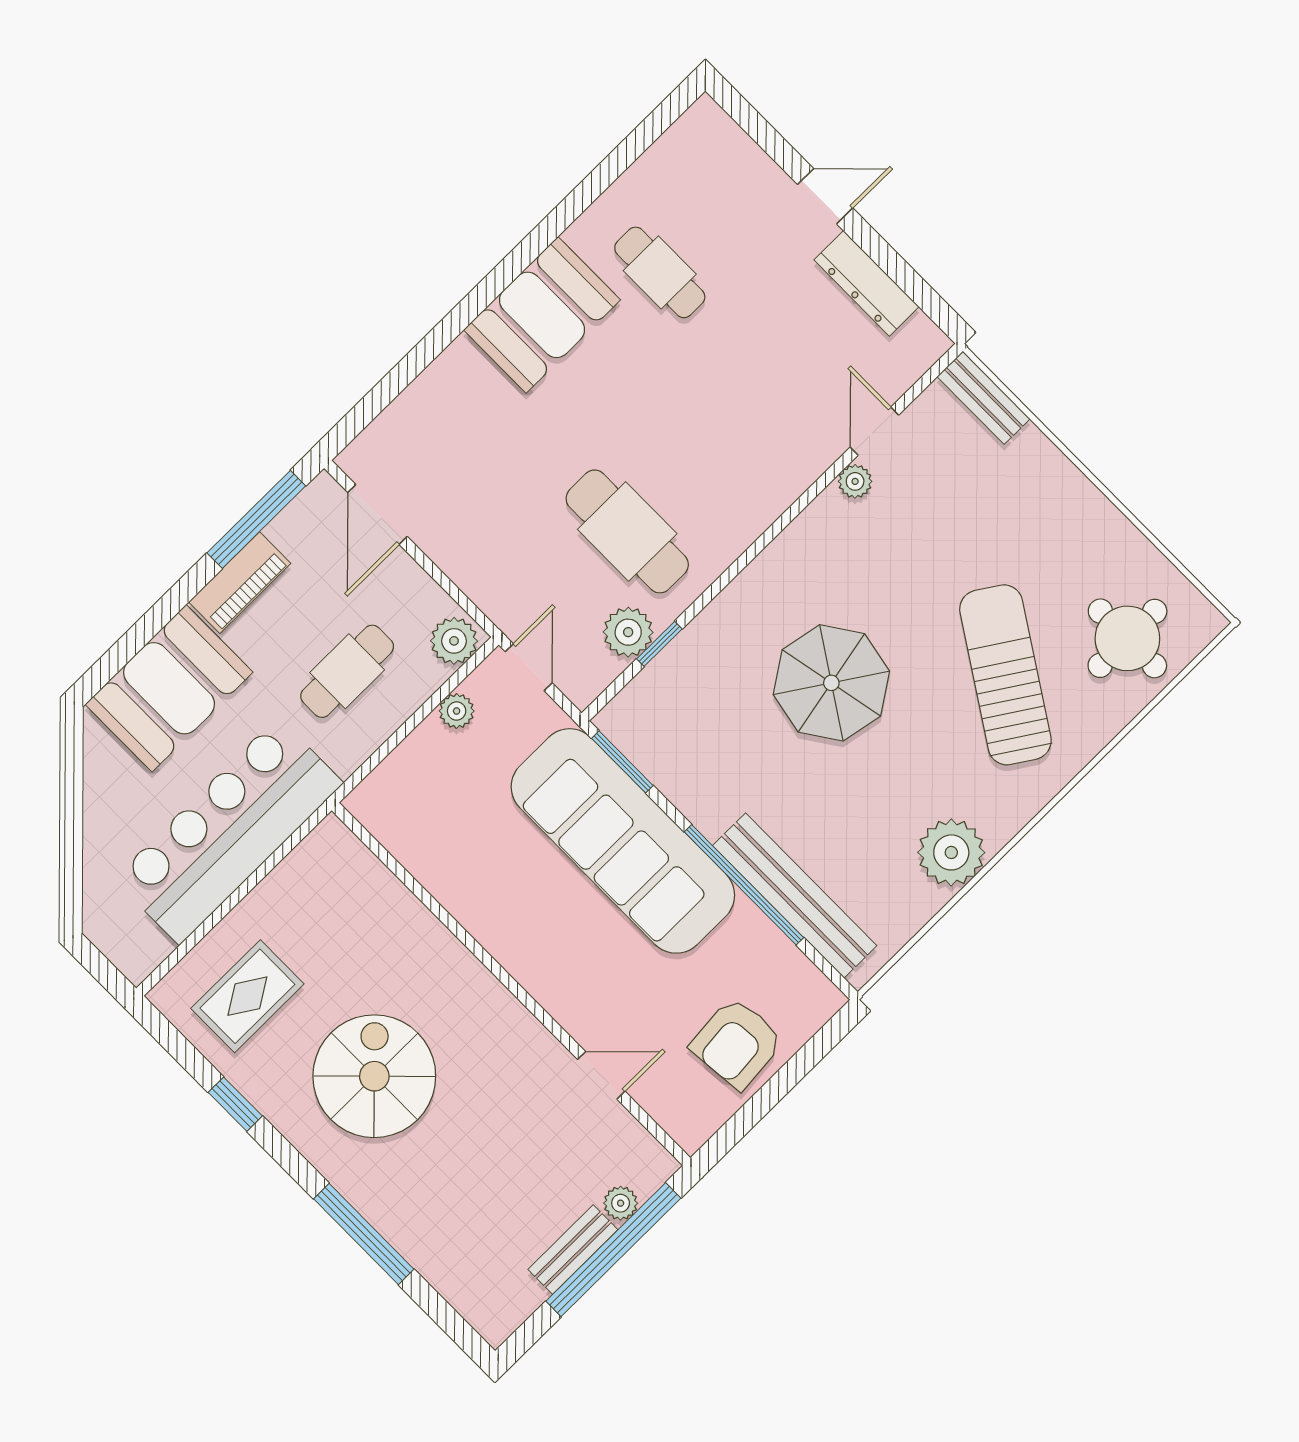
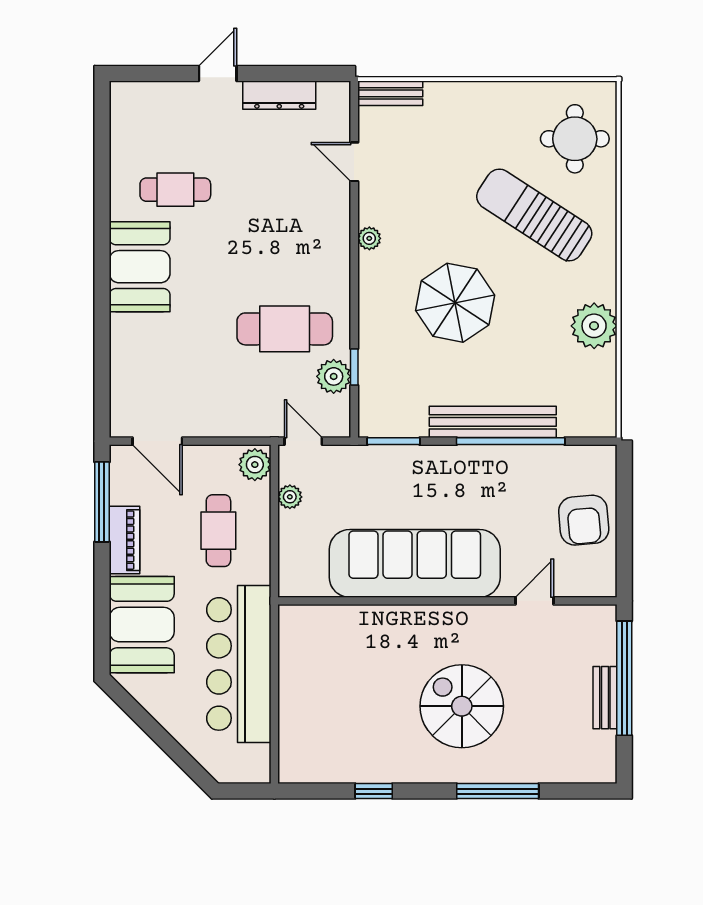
plant: (855, 481) -> (369, 238), moved
sofa: (623, 841) -> (415, 563), moved, turned 180
bench: (795, 896) -> (493, 422), moved
rug: (247, 996) -> (328, 734), removed
spiral stairs: (374, 1076) -> (462, 706), moved
plant: (621, 1203) -> (605, 653), removed

